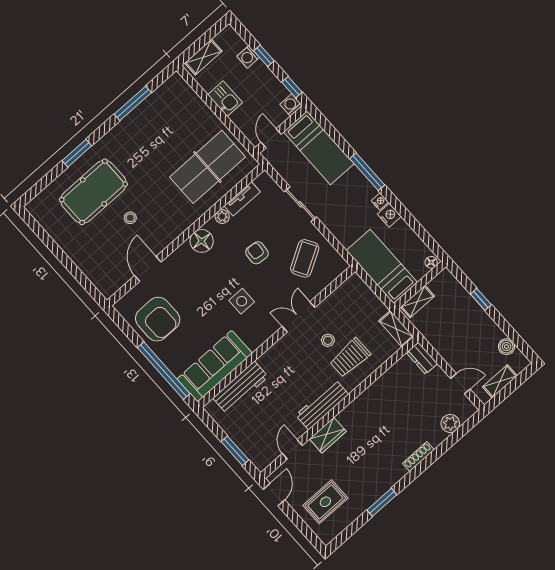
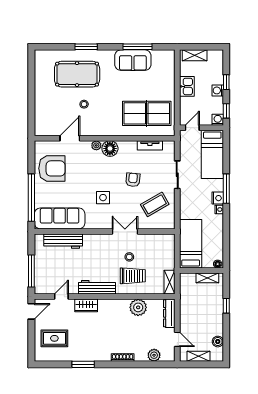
washing machine: (248, 57) -> (218, 90), moved
sofa: (141, 122) -> (133, 60), added
nightstand: (389, 215) -> (218, 198), moved
plant: (222, 217) -> (96, 145), moved
shelving: (418, 302) -> (207, 278), moved
armchair: (158, 319) -> (52, 168), turned -90
trolley: (350, 358) -> (133, 276), turned 180
dresser: (422, 358) -> (169, 313), width x1.44
plant: (387, 387) -> (138, 307), added
window: (235, 451) -> (31, 271), width x1.44

